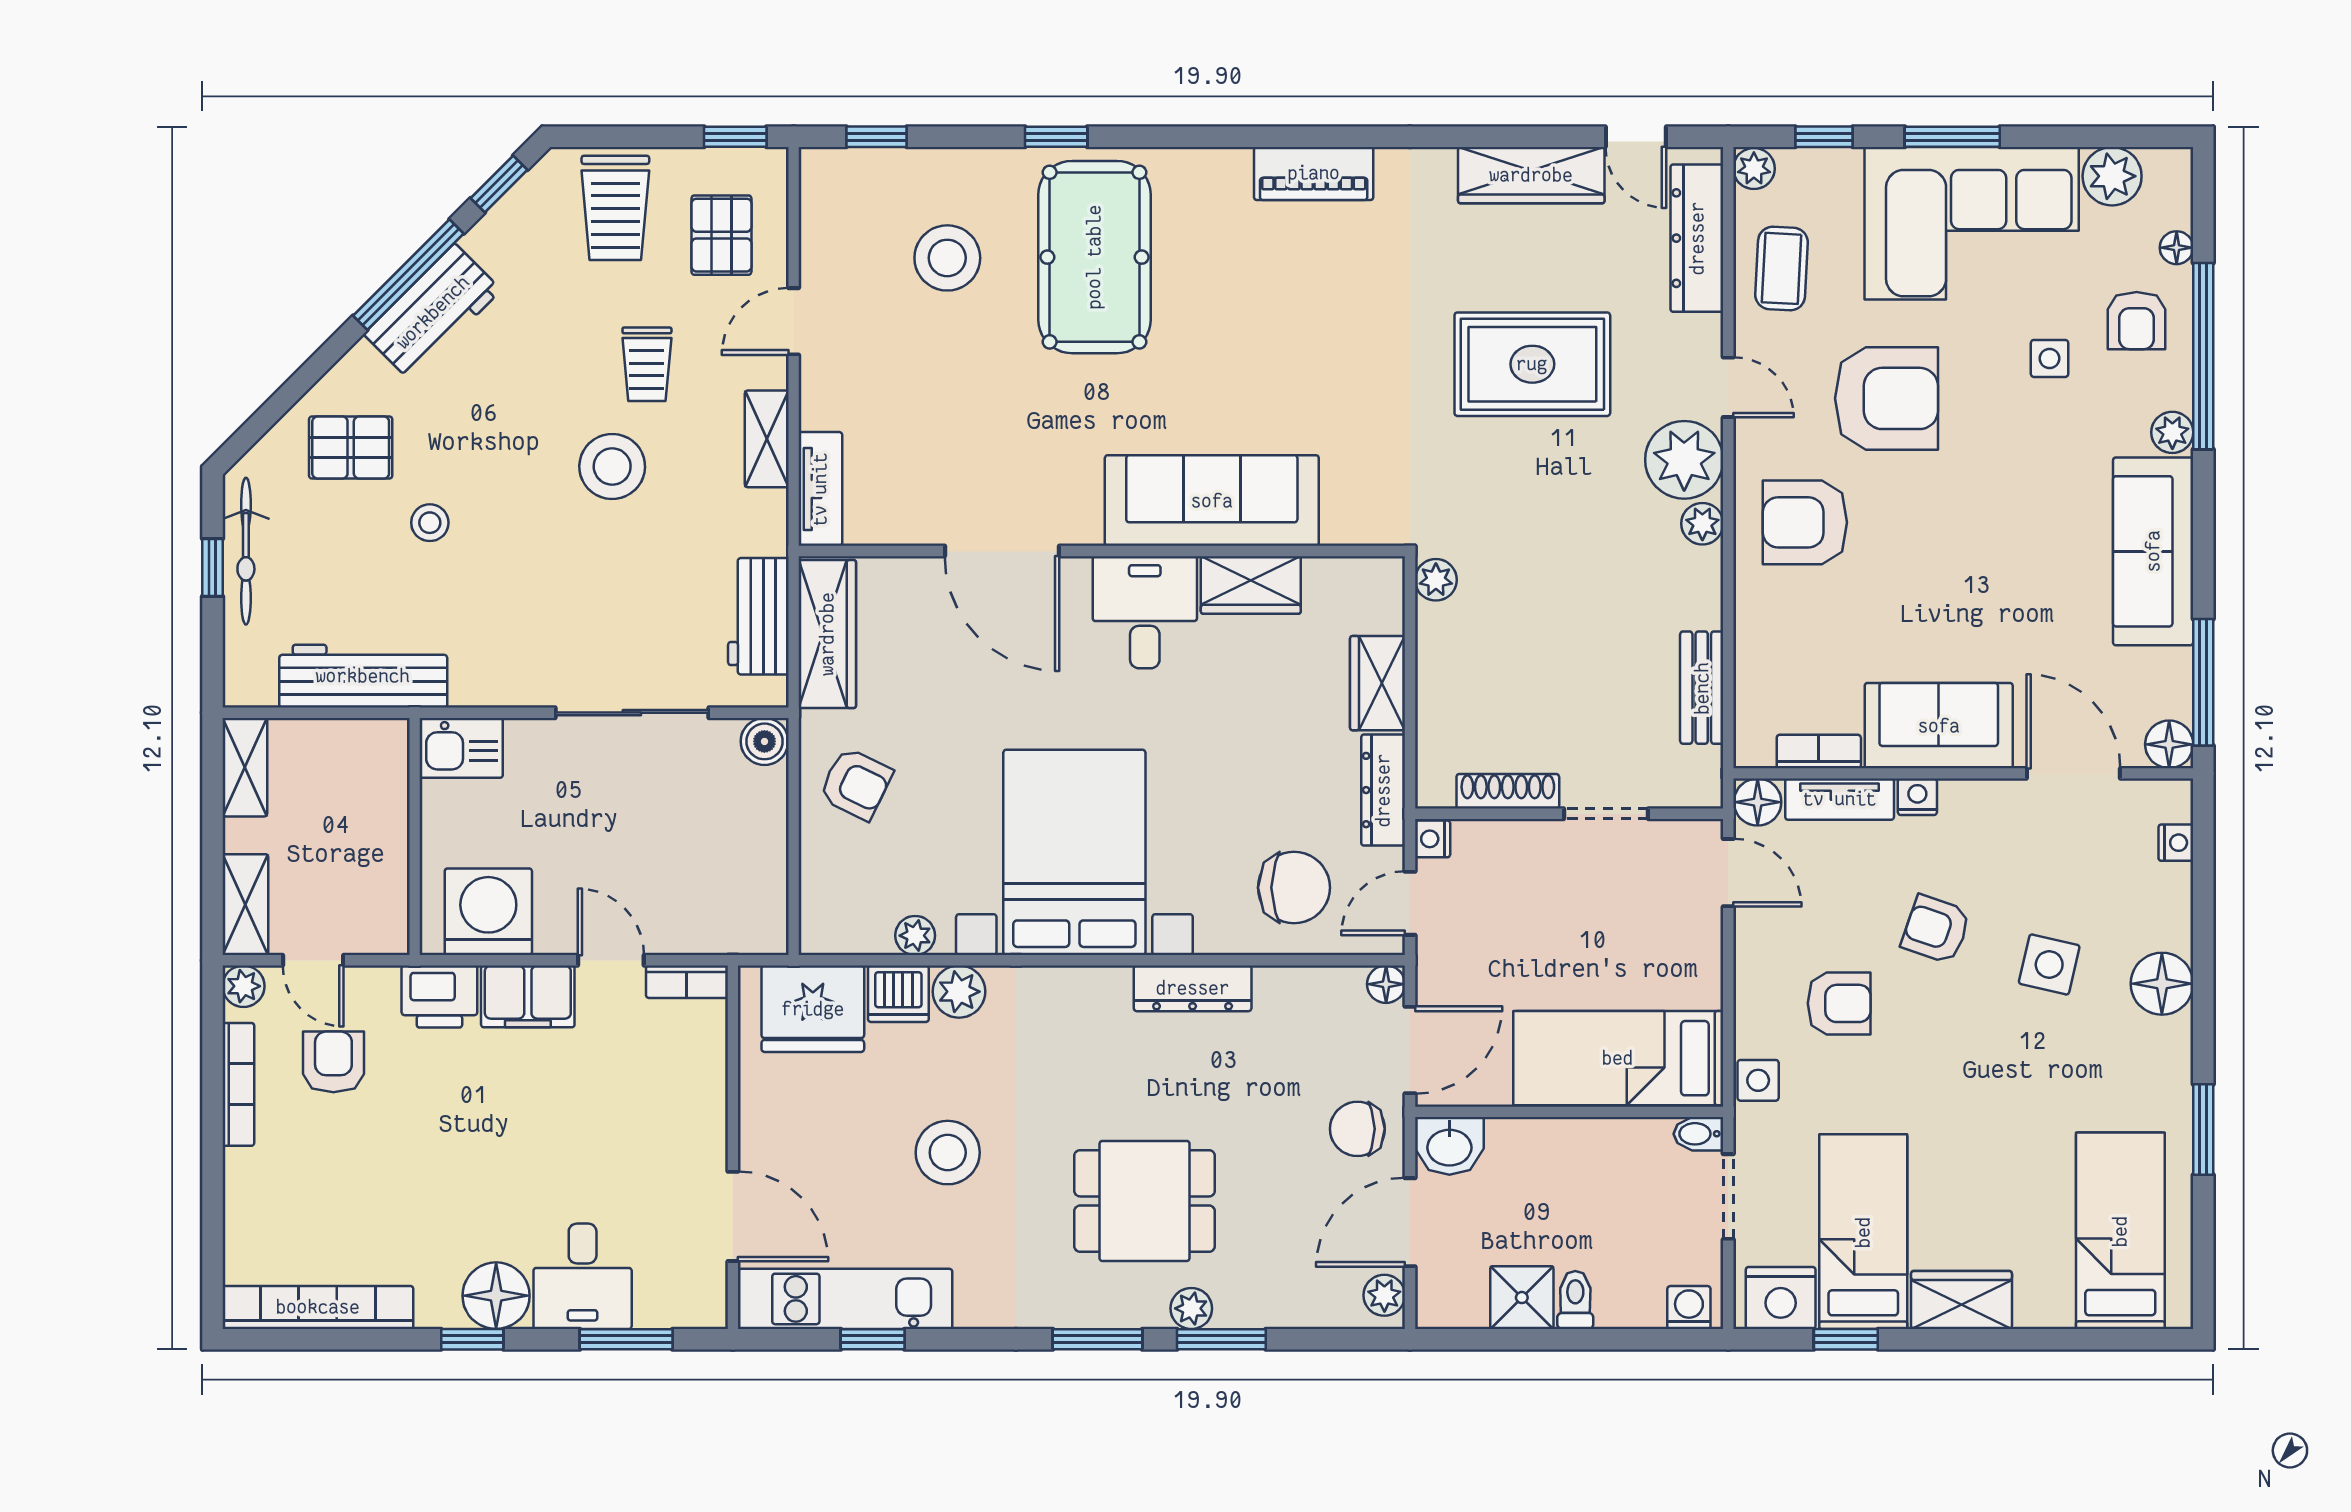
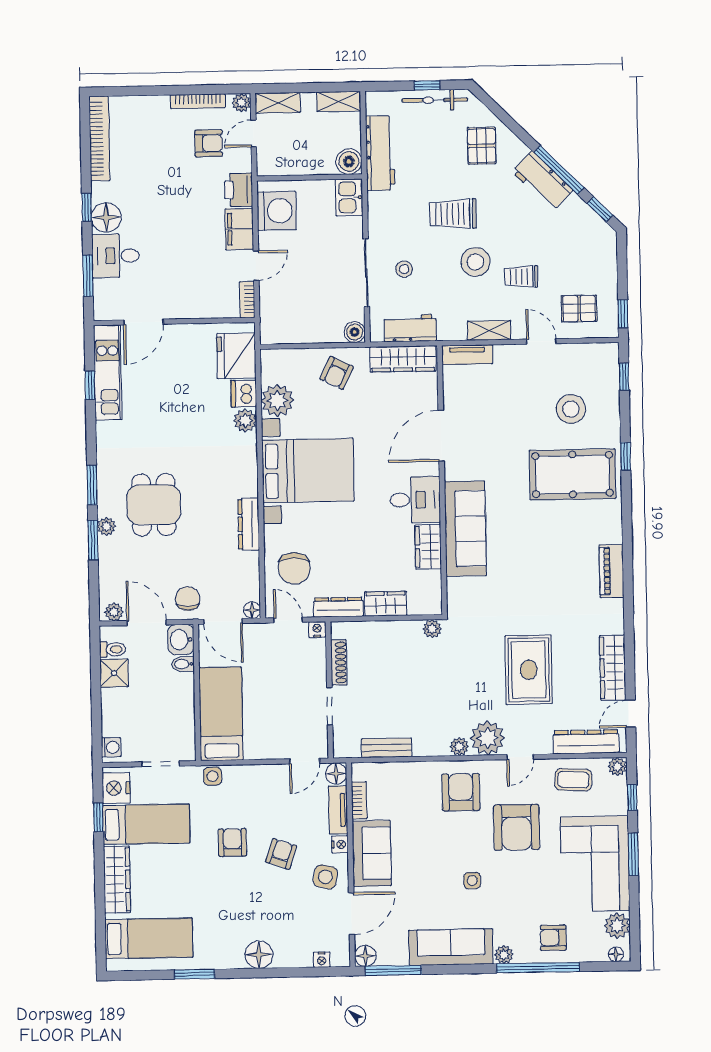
trolley: (615, 208) -> (453, 214), moved
floor lamp: (2177, 248) -> (616, 954), moved
side table: (2050, 358) -> (472, 881), moved
stool: (430, 523) -> (404, 269), moved
boiler: (380, 747) -> (349, 161), added
plant: (915, 936) -> (277, 400), width x1.87, depth x1.87
side table: (2049, 964) -> (325, 877), moved
armchair: (1839, 1003) -> (232, 842), moved, turned 180
bidet: (1698, 1134) -> (183, 664), moved, turned -90
stool: (948, 1153) -> (174, 417), removed
toilet: (1575, 1300) -> (113, 649), moved
wardrobe: (1961, 1300) -> (117, 880), width x1.50

